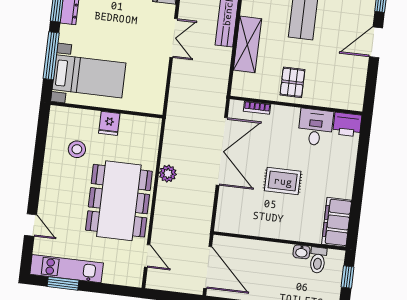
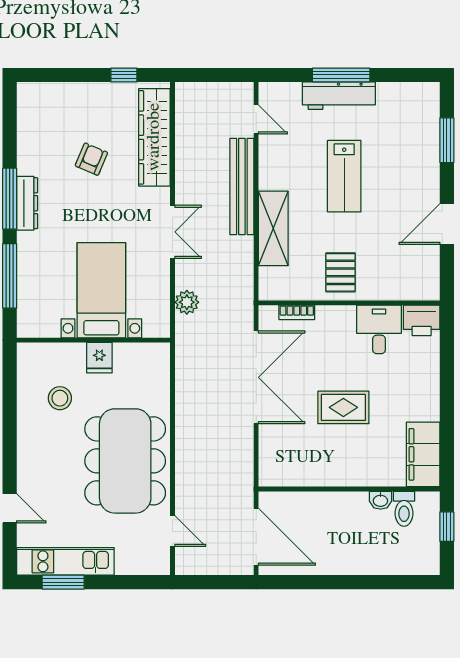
door: (376, 42) -> (447, 224), moved
bed with nightstands: (89, 76) -> (101, 290), moved, turned -90
plant: (168, 174) -> (187, 302), moved

